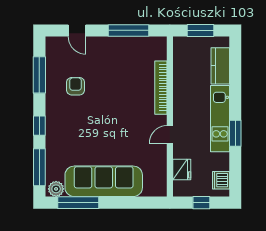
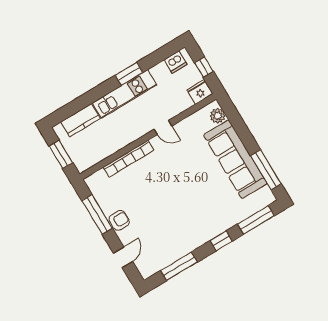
armchair: (76, 86) -> (119, 220), moved, turned 180
fridge: (182, 170) -> (200, 92), moved
plant: (56, 189) -> (218, 116), moved

